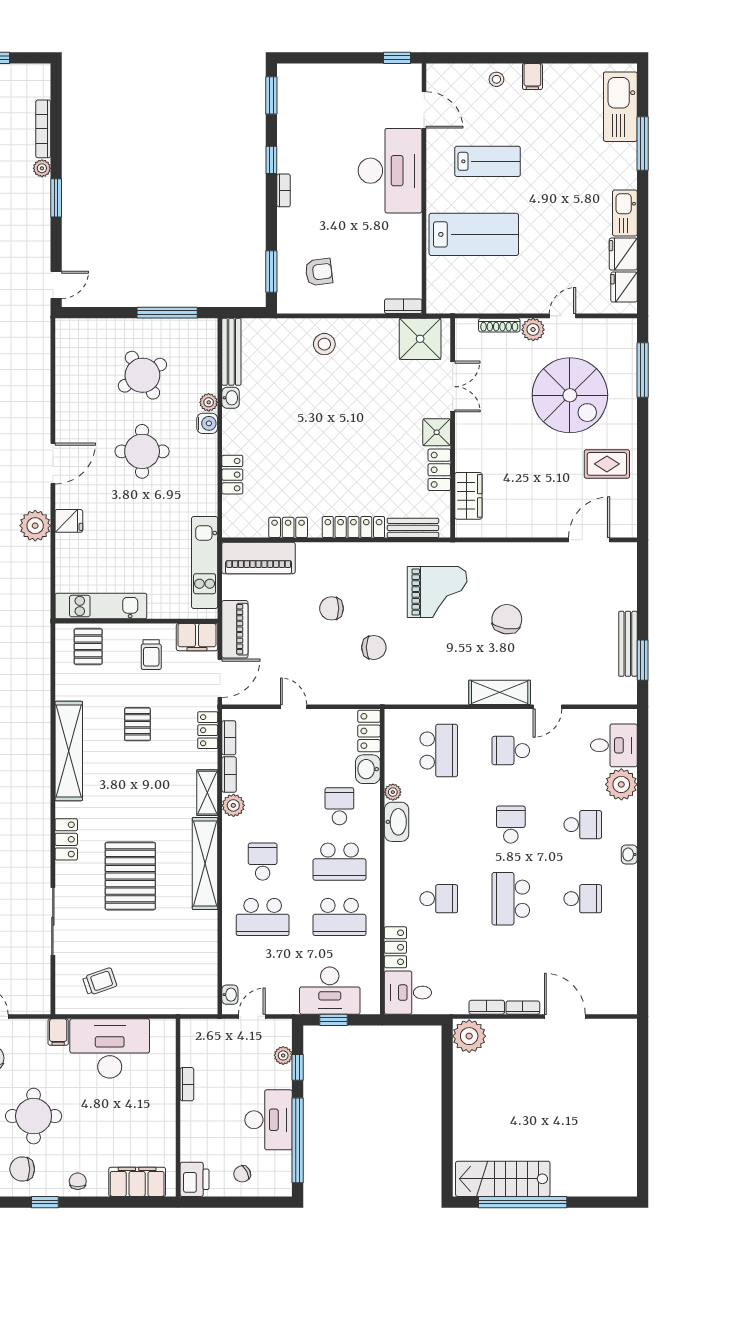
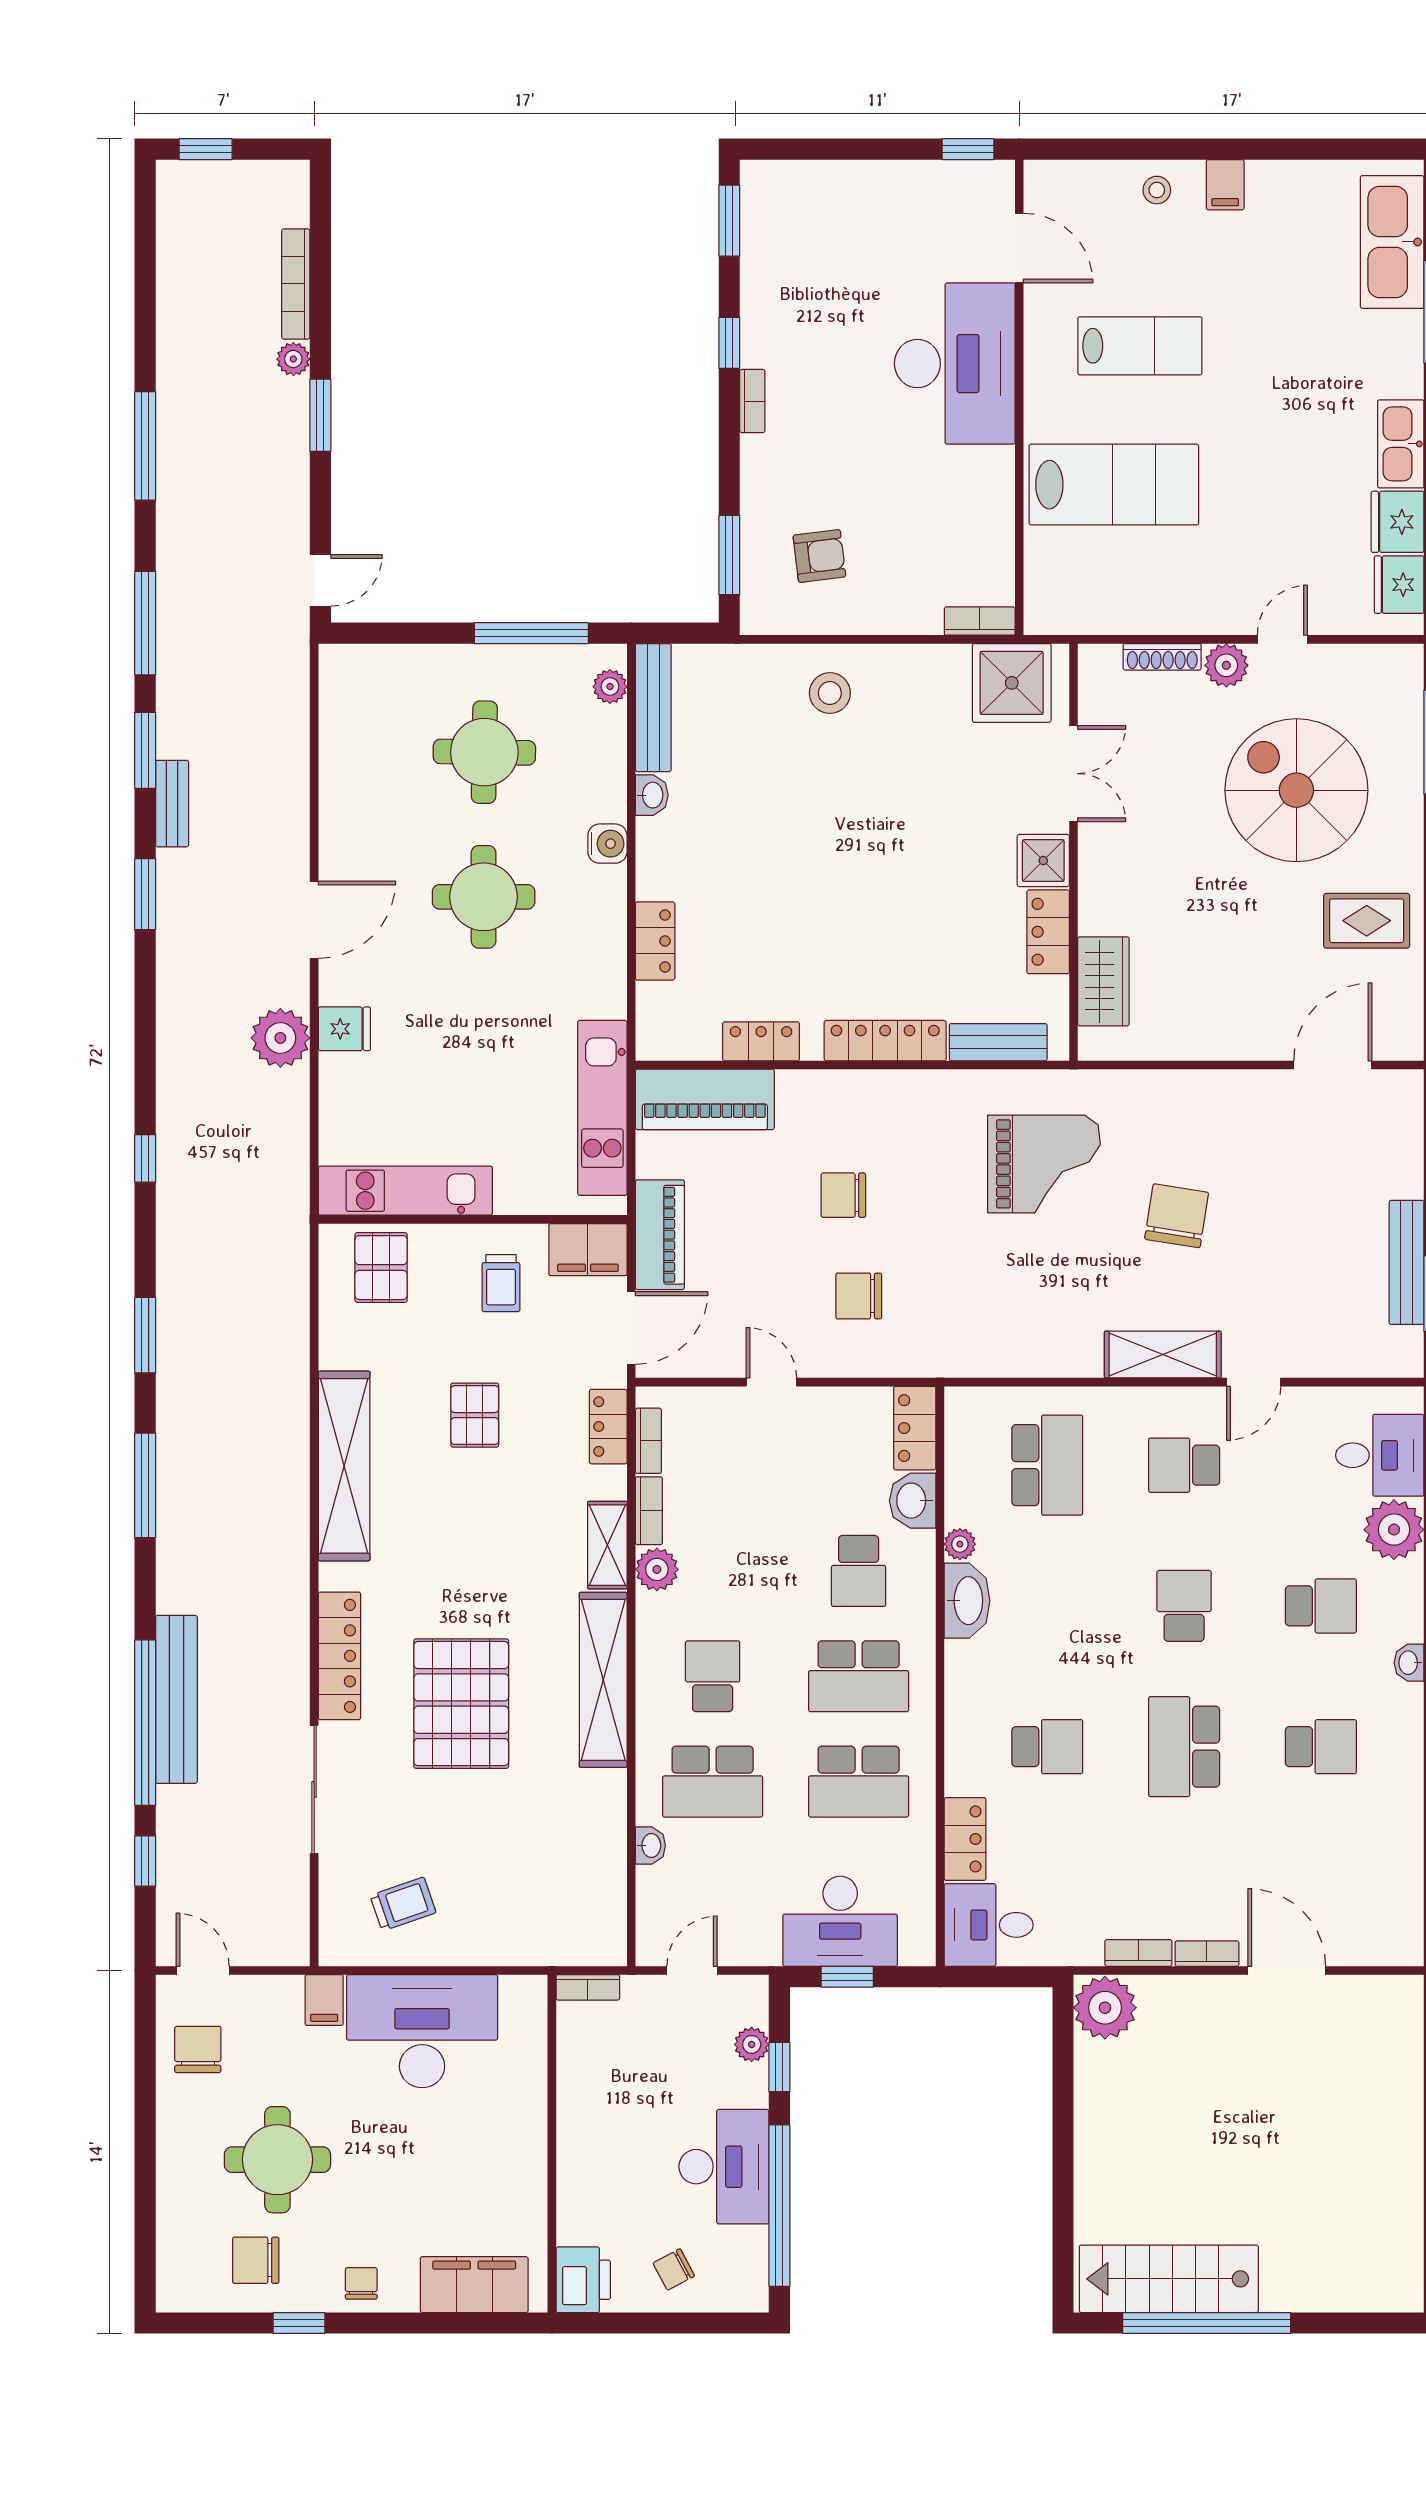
round table: (142, 375) -> (484, 752), turned 32
spiral stairs: (570, 395) -> (1296, 790), turned 180
plant: (209, 402) -> (610, 687), moved
chair: (374, 647) -> (859, 1296), moved, turned 180
school desk: (339, 806) -> (859, 1571), turned 180
locker: (66, 839) -> (339, 1656), width x1.53
washbasin: (230, 995) -> (650, 1845), moved
bookcase: (187, 1084) -> (588, 1987), moved, turned 90

